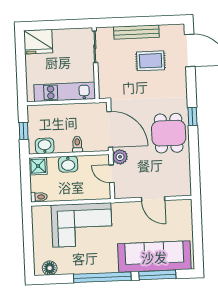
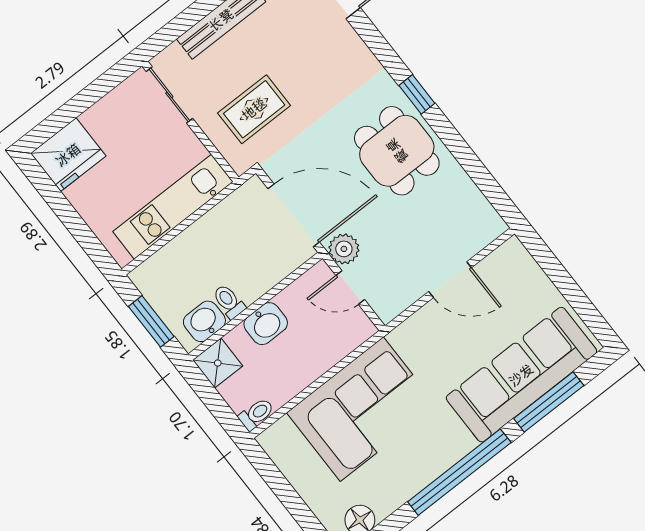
rug: (151, 61) -> (254, 109), moved
window: (24, 131) -> (151, 321), width x1.50
toilet: (77, 144) -> (229, 301), moved

